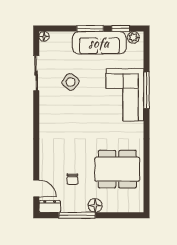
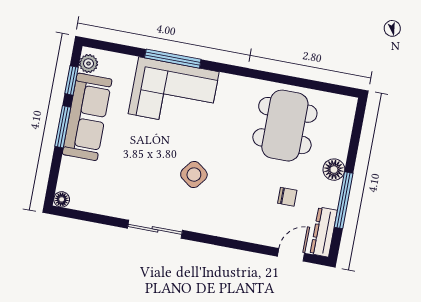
sliding door: (36, 73) -> (155, 229), moved
side table: (71, 82) -> (194, 175), moved
dresser: (50, 206) -> (324, 232), width x1.44

